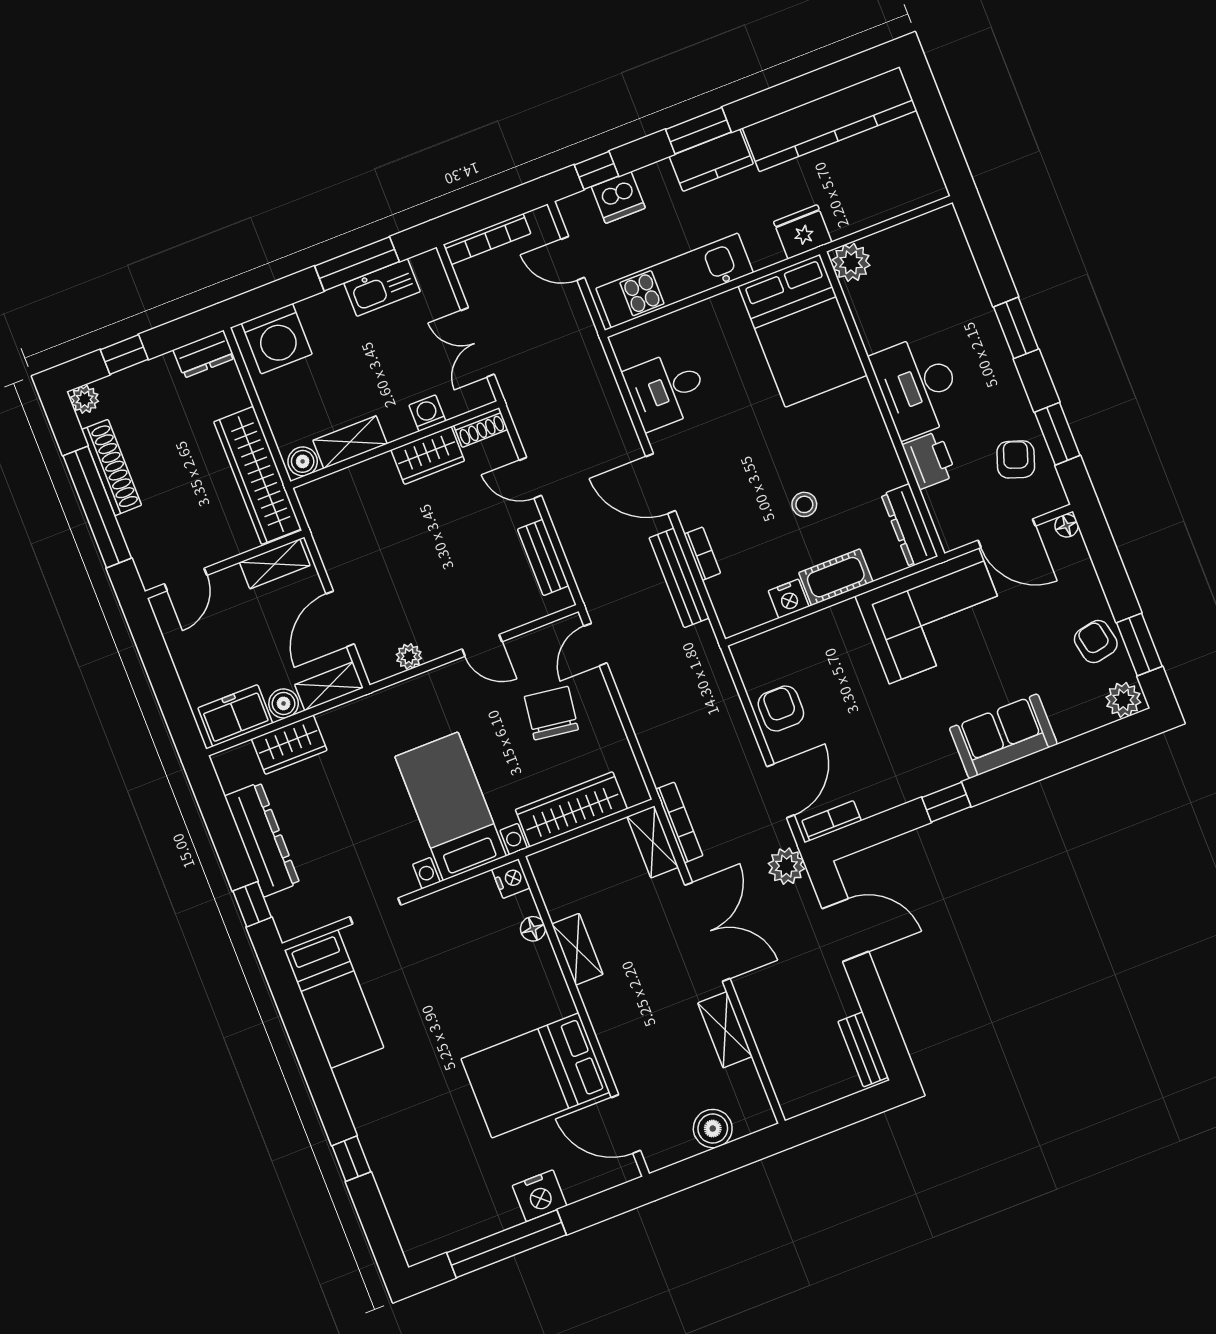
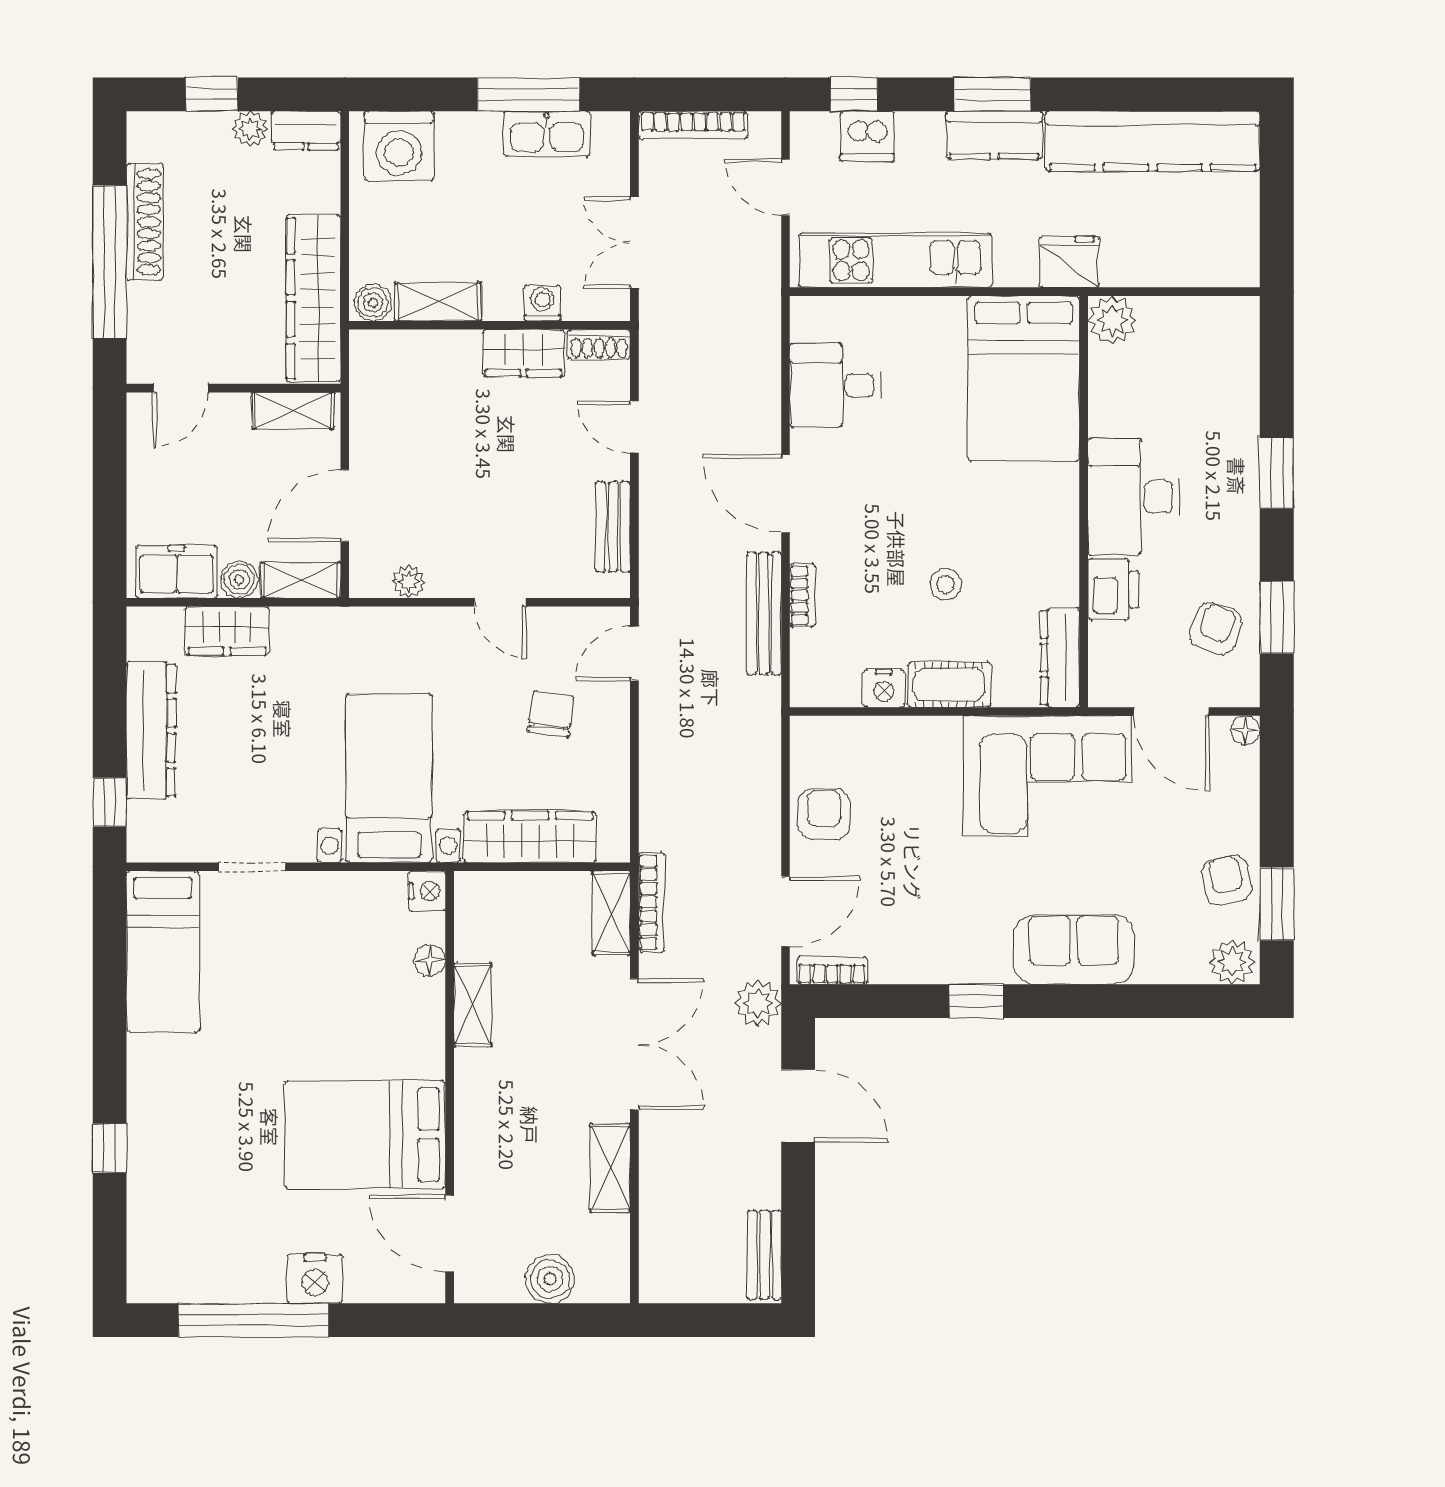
plant: (85, 399) -> (250, 129), moved
chair: (551, 713) -> (551, 714), width x0.73, depth x0.73

